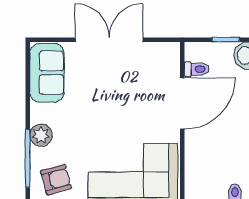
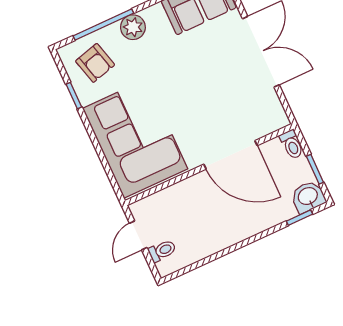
toilet: (197, 69) -> (292, 144), moved

